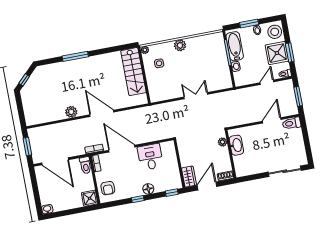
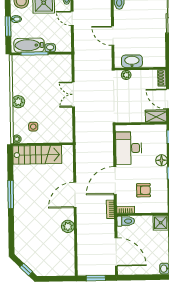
window: (75, 56) -> (11, 194), moved
door: (272, 120) -> (113, 36), moved
desk: (150, 157) -> (129, 148), width x1.37
door: (55, 161) -> (116, 252), hinge flipped
armchair: (108, 188) -> (143, 190), moved

